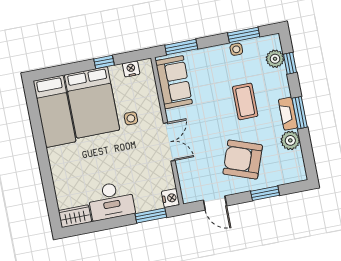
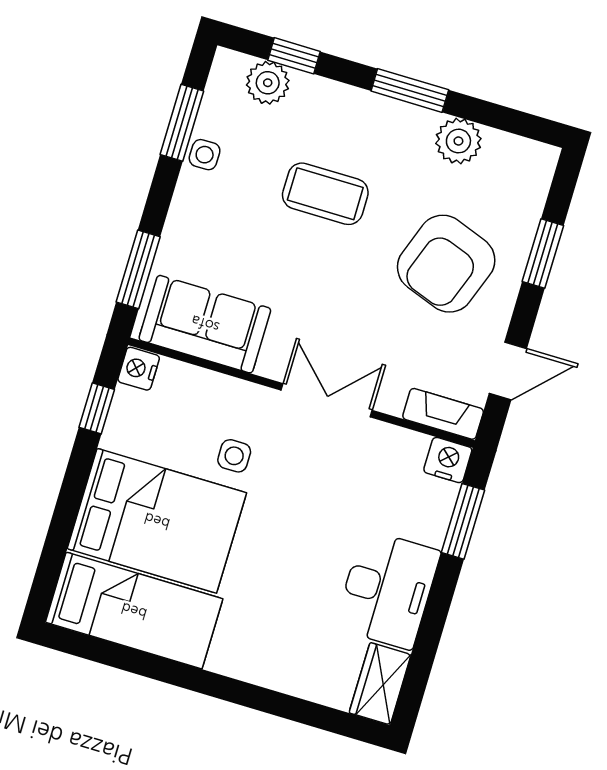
window: (104, 62) -> (97, 408), moved
nightstand: (131, 69) -> (139, 369), moved
fireplace: (288, 114) -> (443, 414), moved, turned 180

